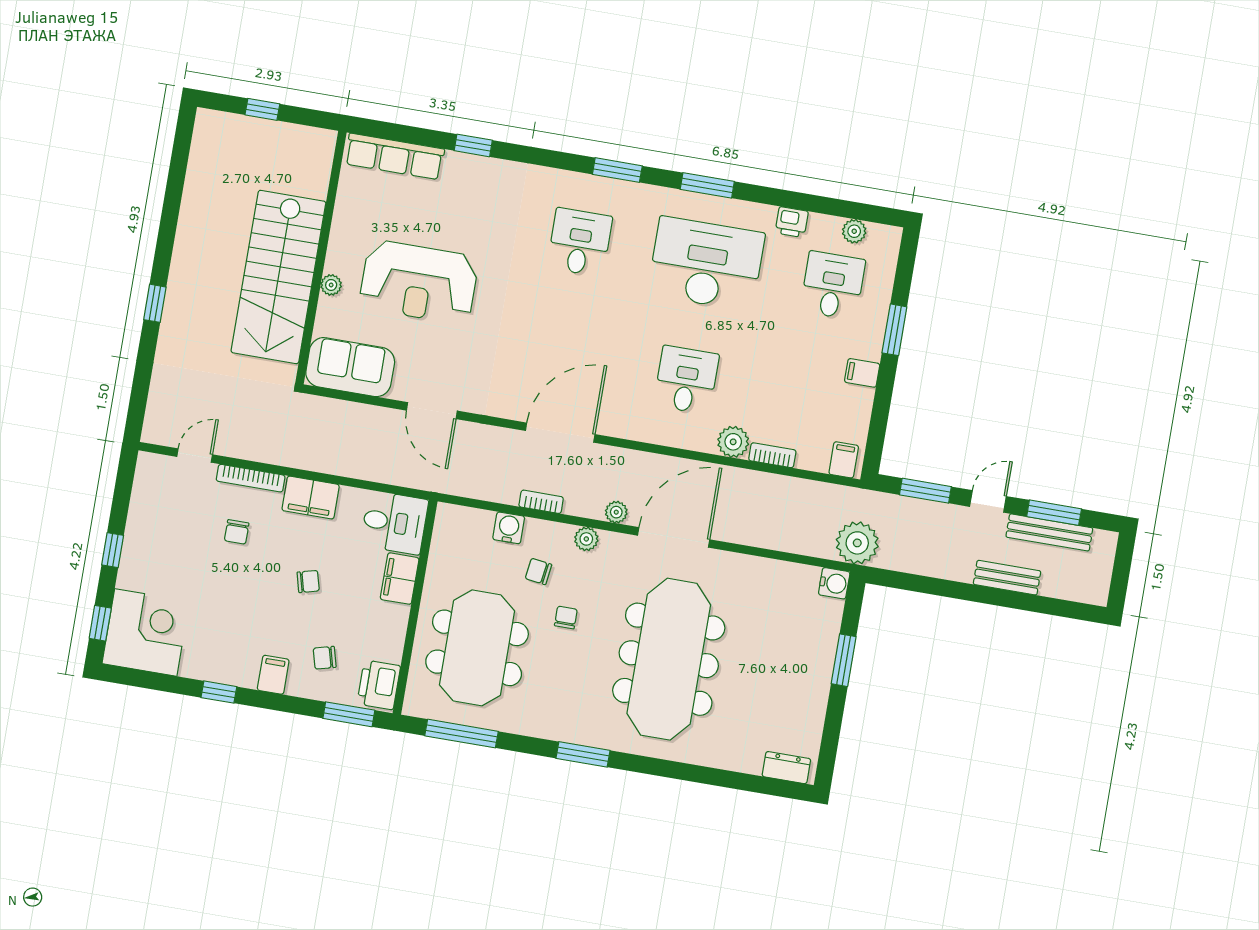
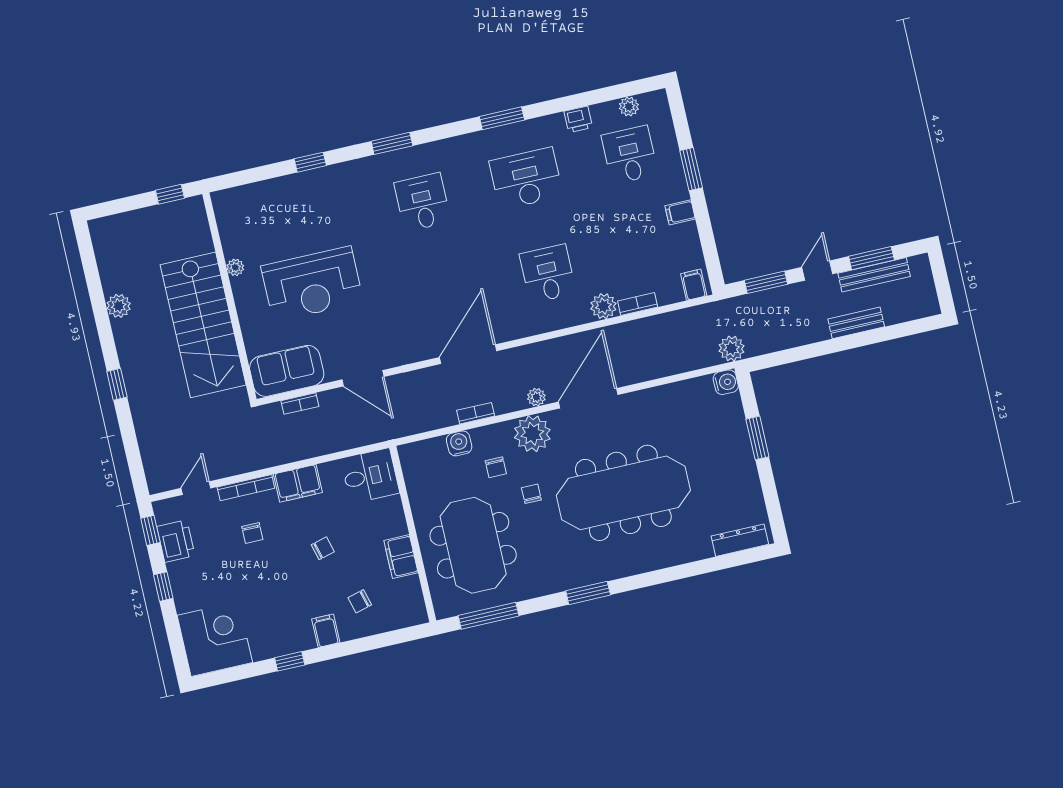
window: (262, 109) -> (170, 194), moved
row of seats: (395, 156) -> (254, 196), removed
window: (617, 170) -> (392, 143), moved
plant: (193, 217) -> (119, 306), added
desk: (706, 264) -> (526, 179), width x0.73, depth x0.77
plant: (331, 285) -> (235, 267), moved
bookcase: (350, 410) -> (300, 404), added
plant: (586, 539) -> (532, 434), width x1.87, depth x1.87
plant: (857, 543) -> (732, 349), width x0.73, depth x0.73
chair: (538, 571) -> (496, 467), turned -98
filing cabinet: (400, 579) -> (401, 557), moved
window: (100, 623) -> (150, 530), moved
meeting table: (669, 659) -> (623, 493), turned 90
printer: (379, 685) -> (176, 541), moved, turned 180
window: (349, 714) -> (396, 637), removed
dresser: (786, 768) -> (740, 540), width x1.44

